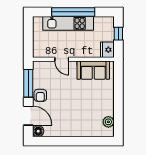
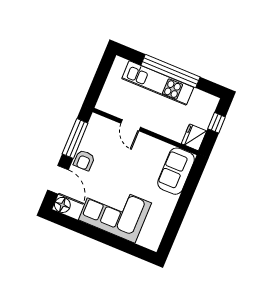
sofa: (93, 70) -> (176, 171), moved, turned 90
corner sofa: (75, 121) -> (115, 211), added
plant: (108, 122) -> (157, 230), removed

